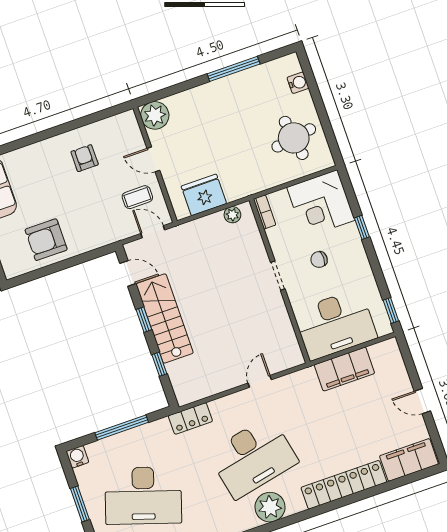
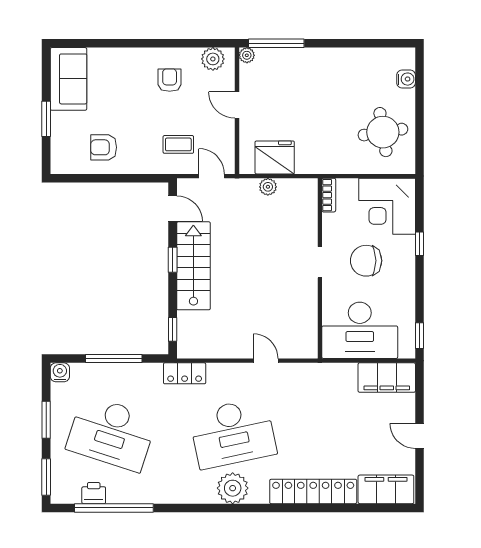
window: (234, 69) -> (276, 43), moved
plant: (155, 115) -> (247, 55), width x0.53, depth x0.53
plant: (117, 125) -> (213, 59), added
coffee table: (137, 197) -> (178, 144), moved
plant: (232, 215) -> (268, 187), moved
armchair: (46, 240) -> (104, 147), width x0.72, depth x0.72
chair: (319, 259) -> (366, 261), width x1.87, depth x1.87
window: (159, 364) -> (173, 329), moved
filing cabinet: (344, 369) -> (387, 378), moved
door: (260, 381) -> (266, 361), hinge flipped

